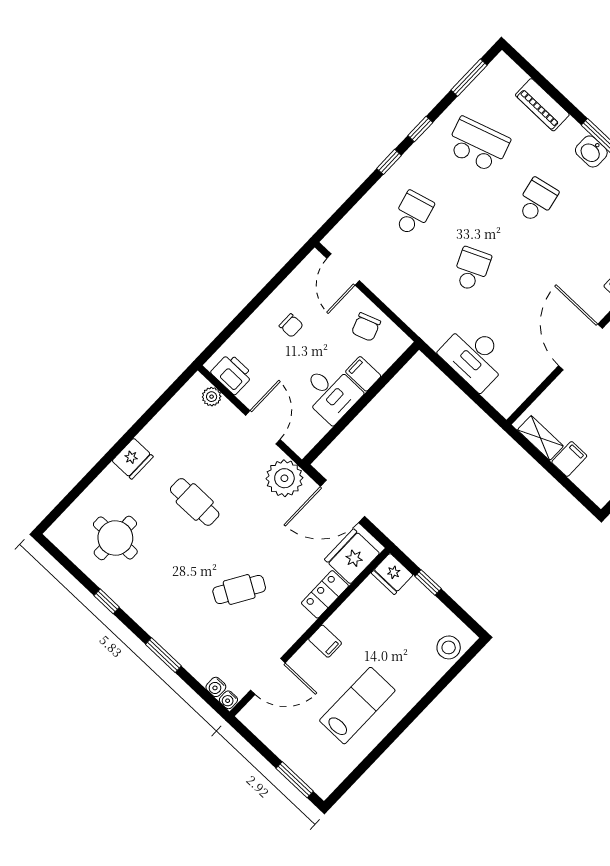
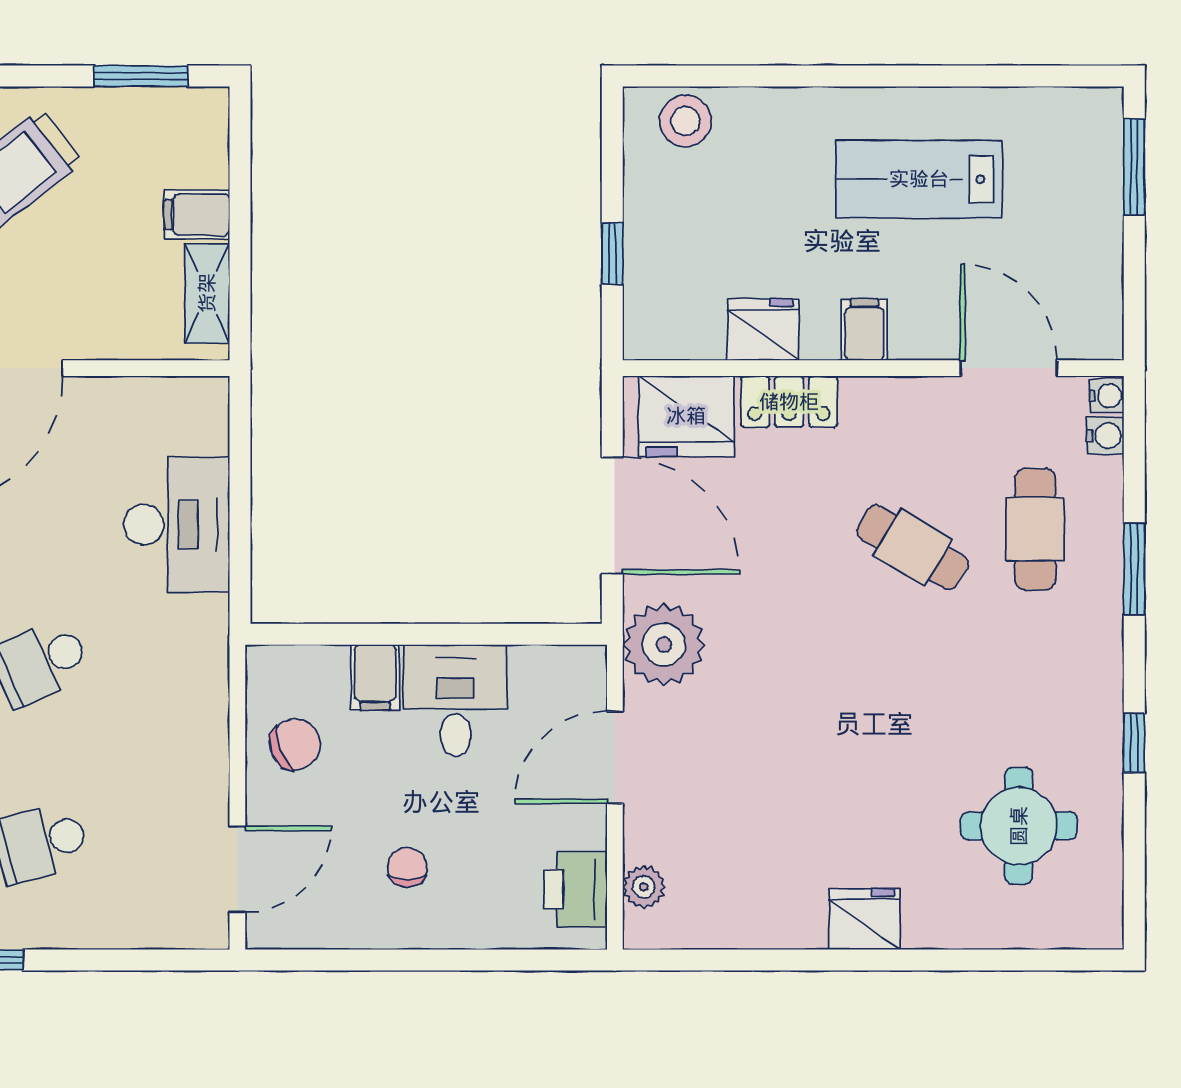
cafe table: (195, 502) -> (1035, 529), moved
fridge: (392, 574) -> (763, 330), moved, turned -90

